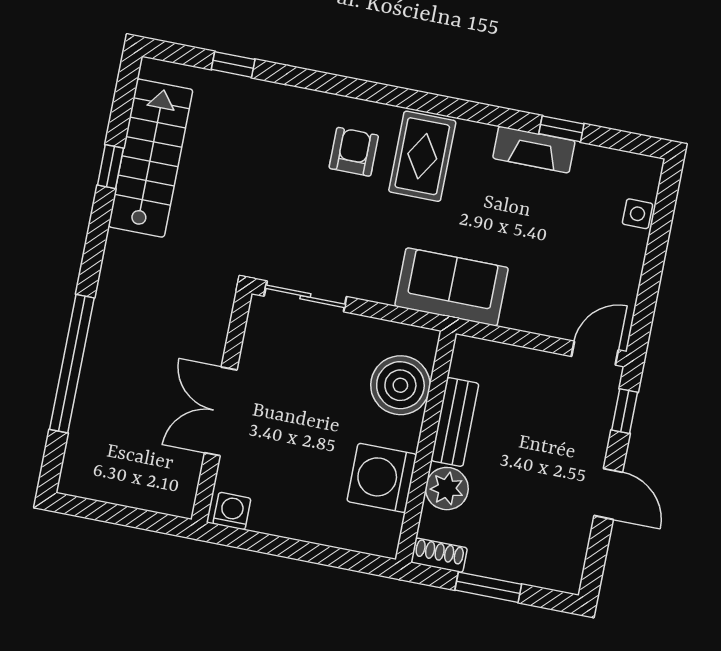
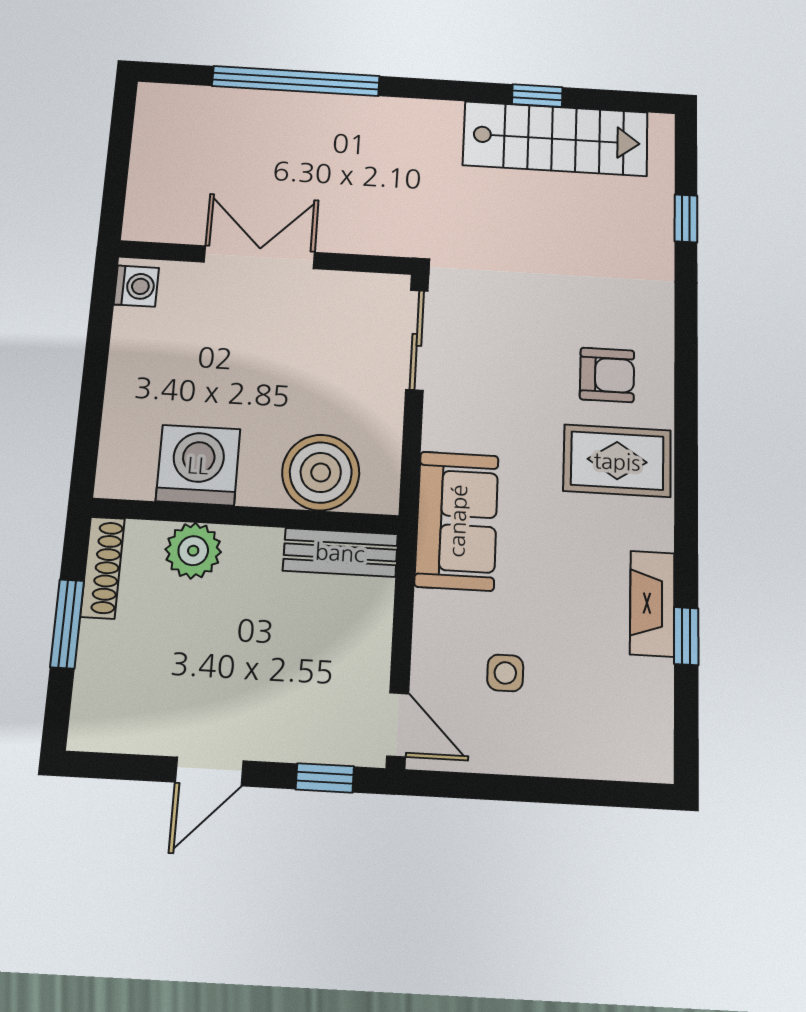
side table: (637, 214) -> (505, 673), moved
bench: (455, 422) -> (340, 552), moved
shoe rack: (439, 555) -> (103, 567), width x1.43

